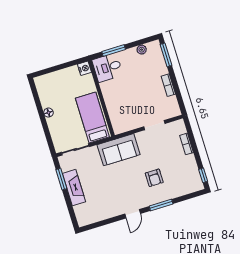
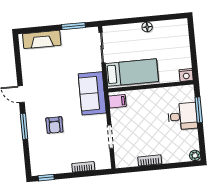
plant: (142, 50) -> (195, 155), moved
window: (166, 55) -> (183, 165), removed
desk: (107, 68) -> (182, 116), moved, turned 90
filing cabinet: (121, 125) -> (117, 101), added
armchair: (154, 178) -> (54, 125), turned -90
fireplace: (74, 188) -> (42, 39), moved

